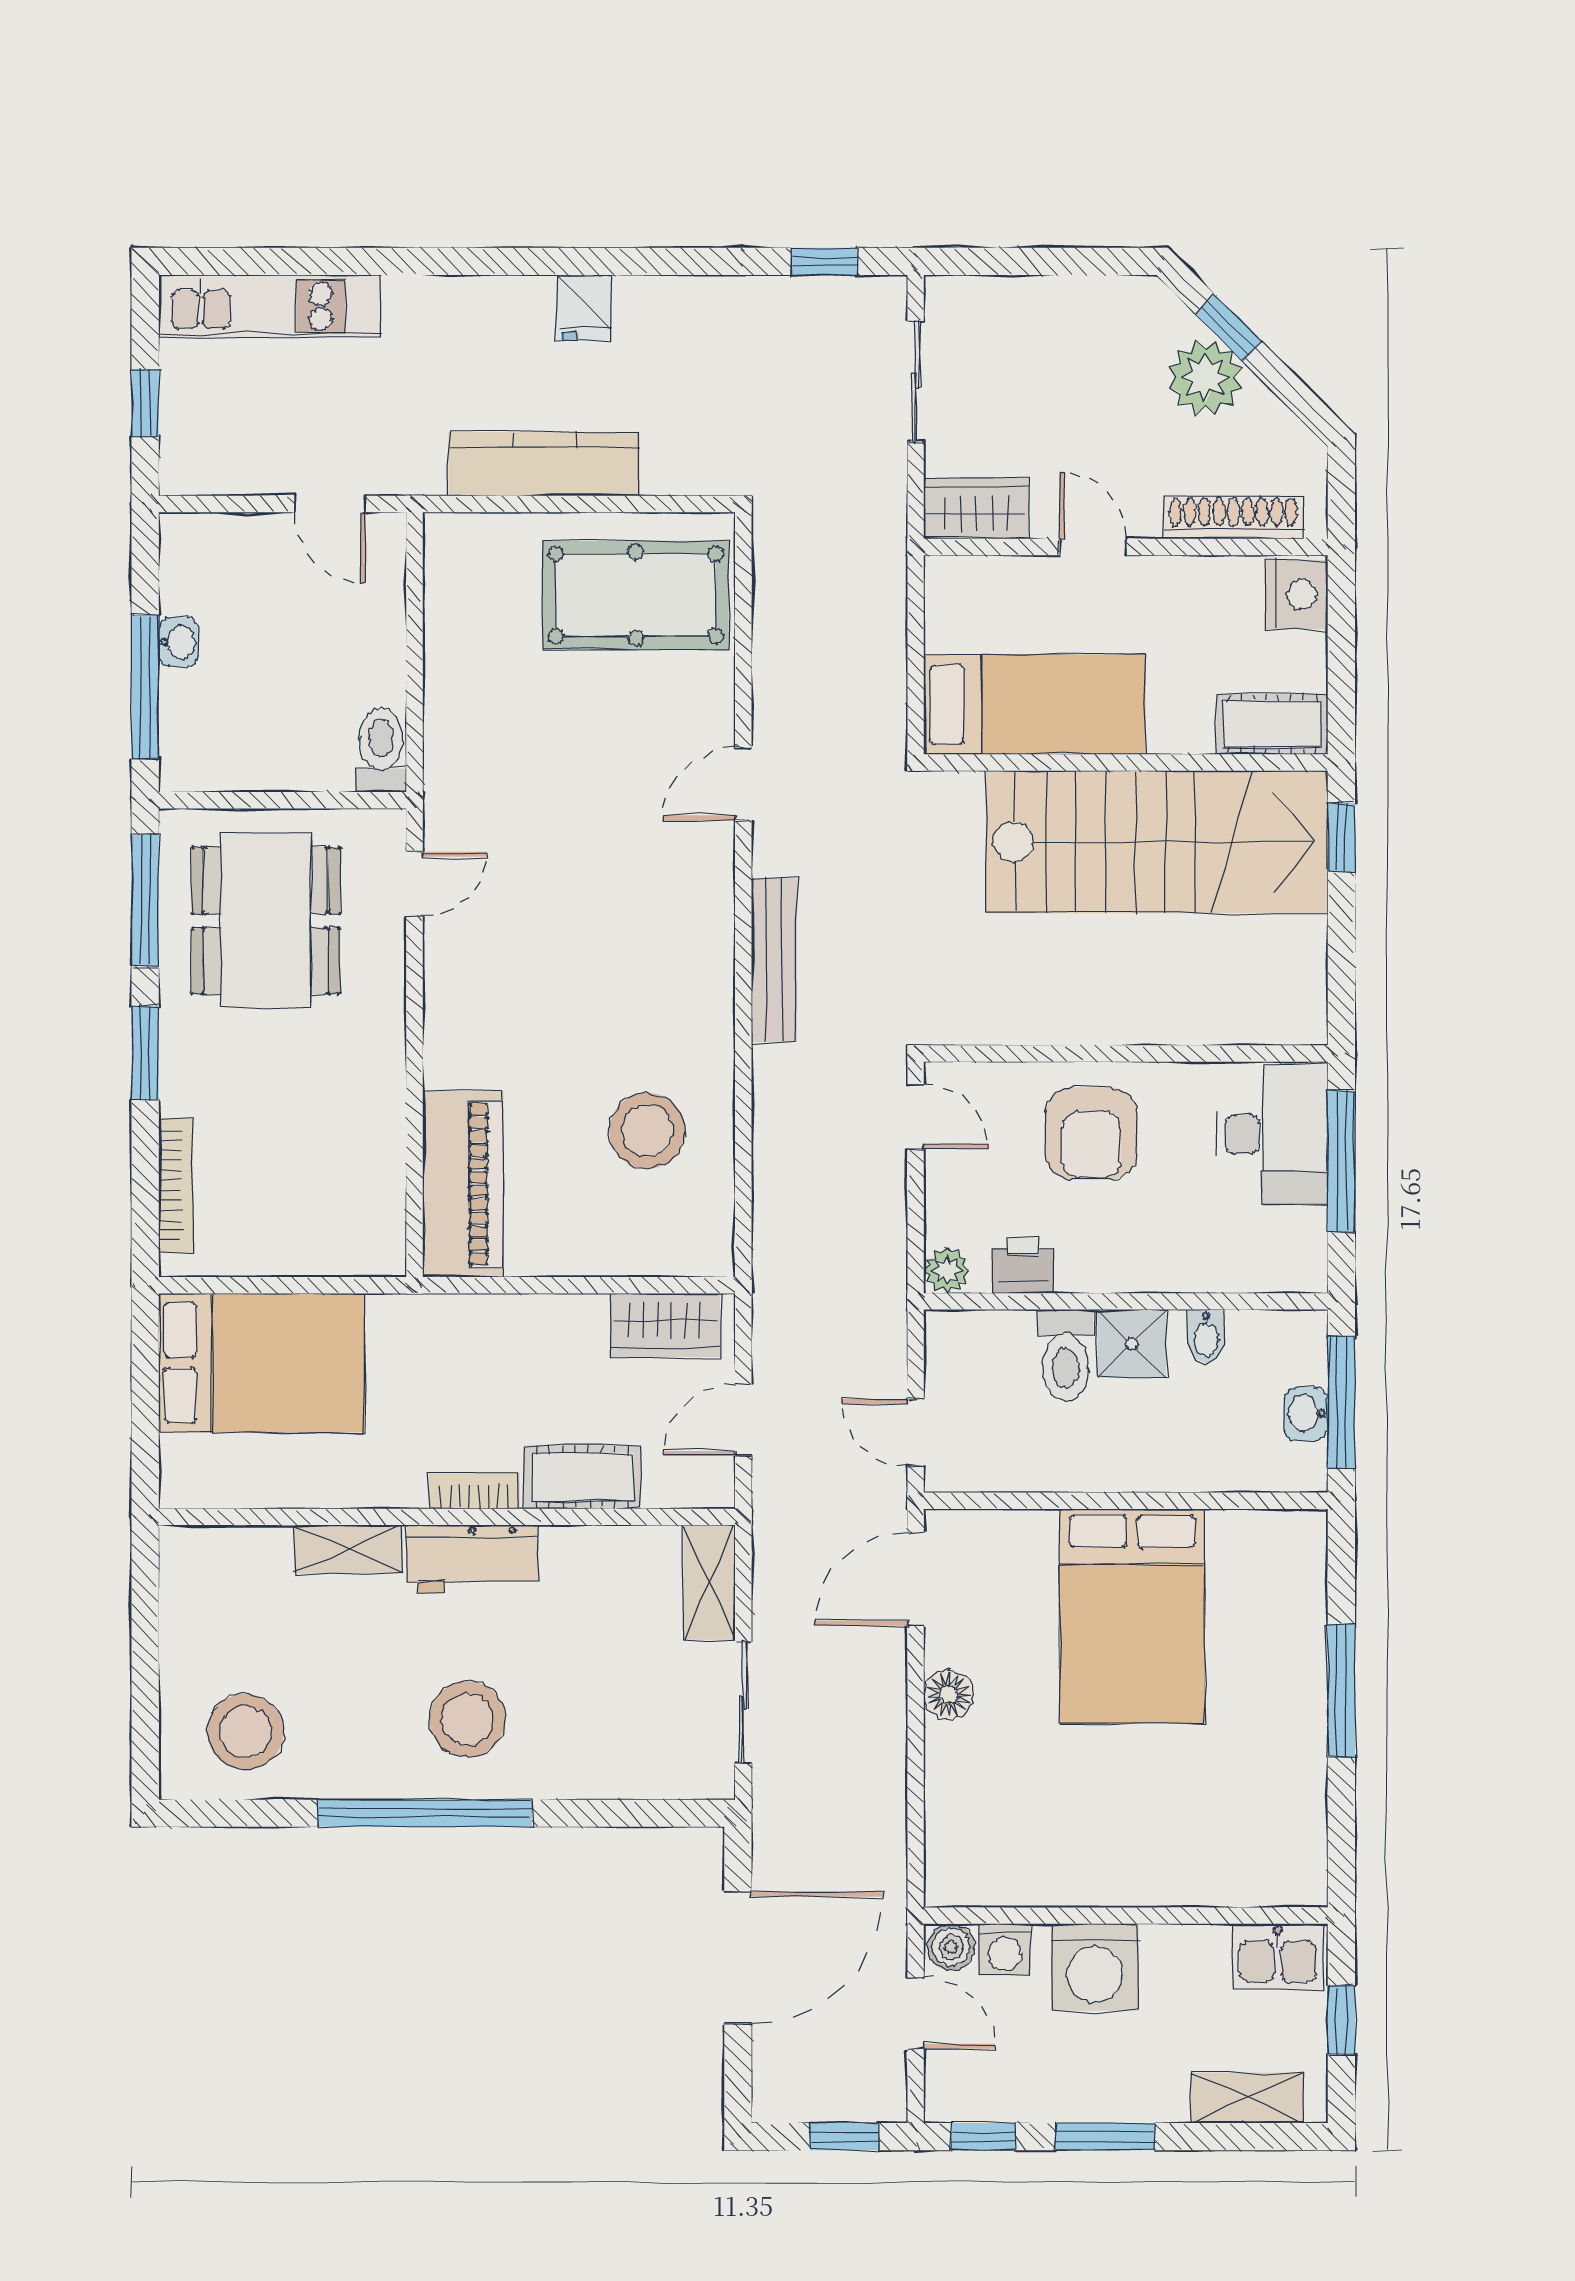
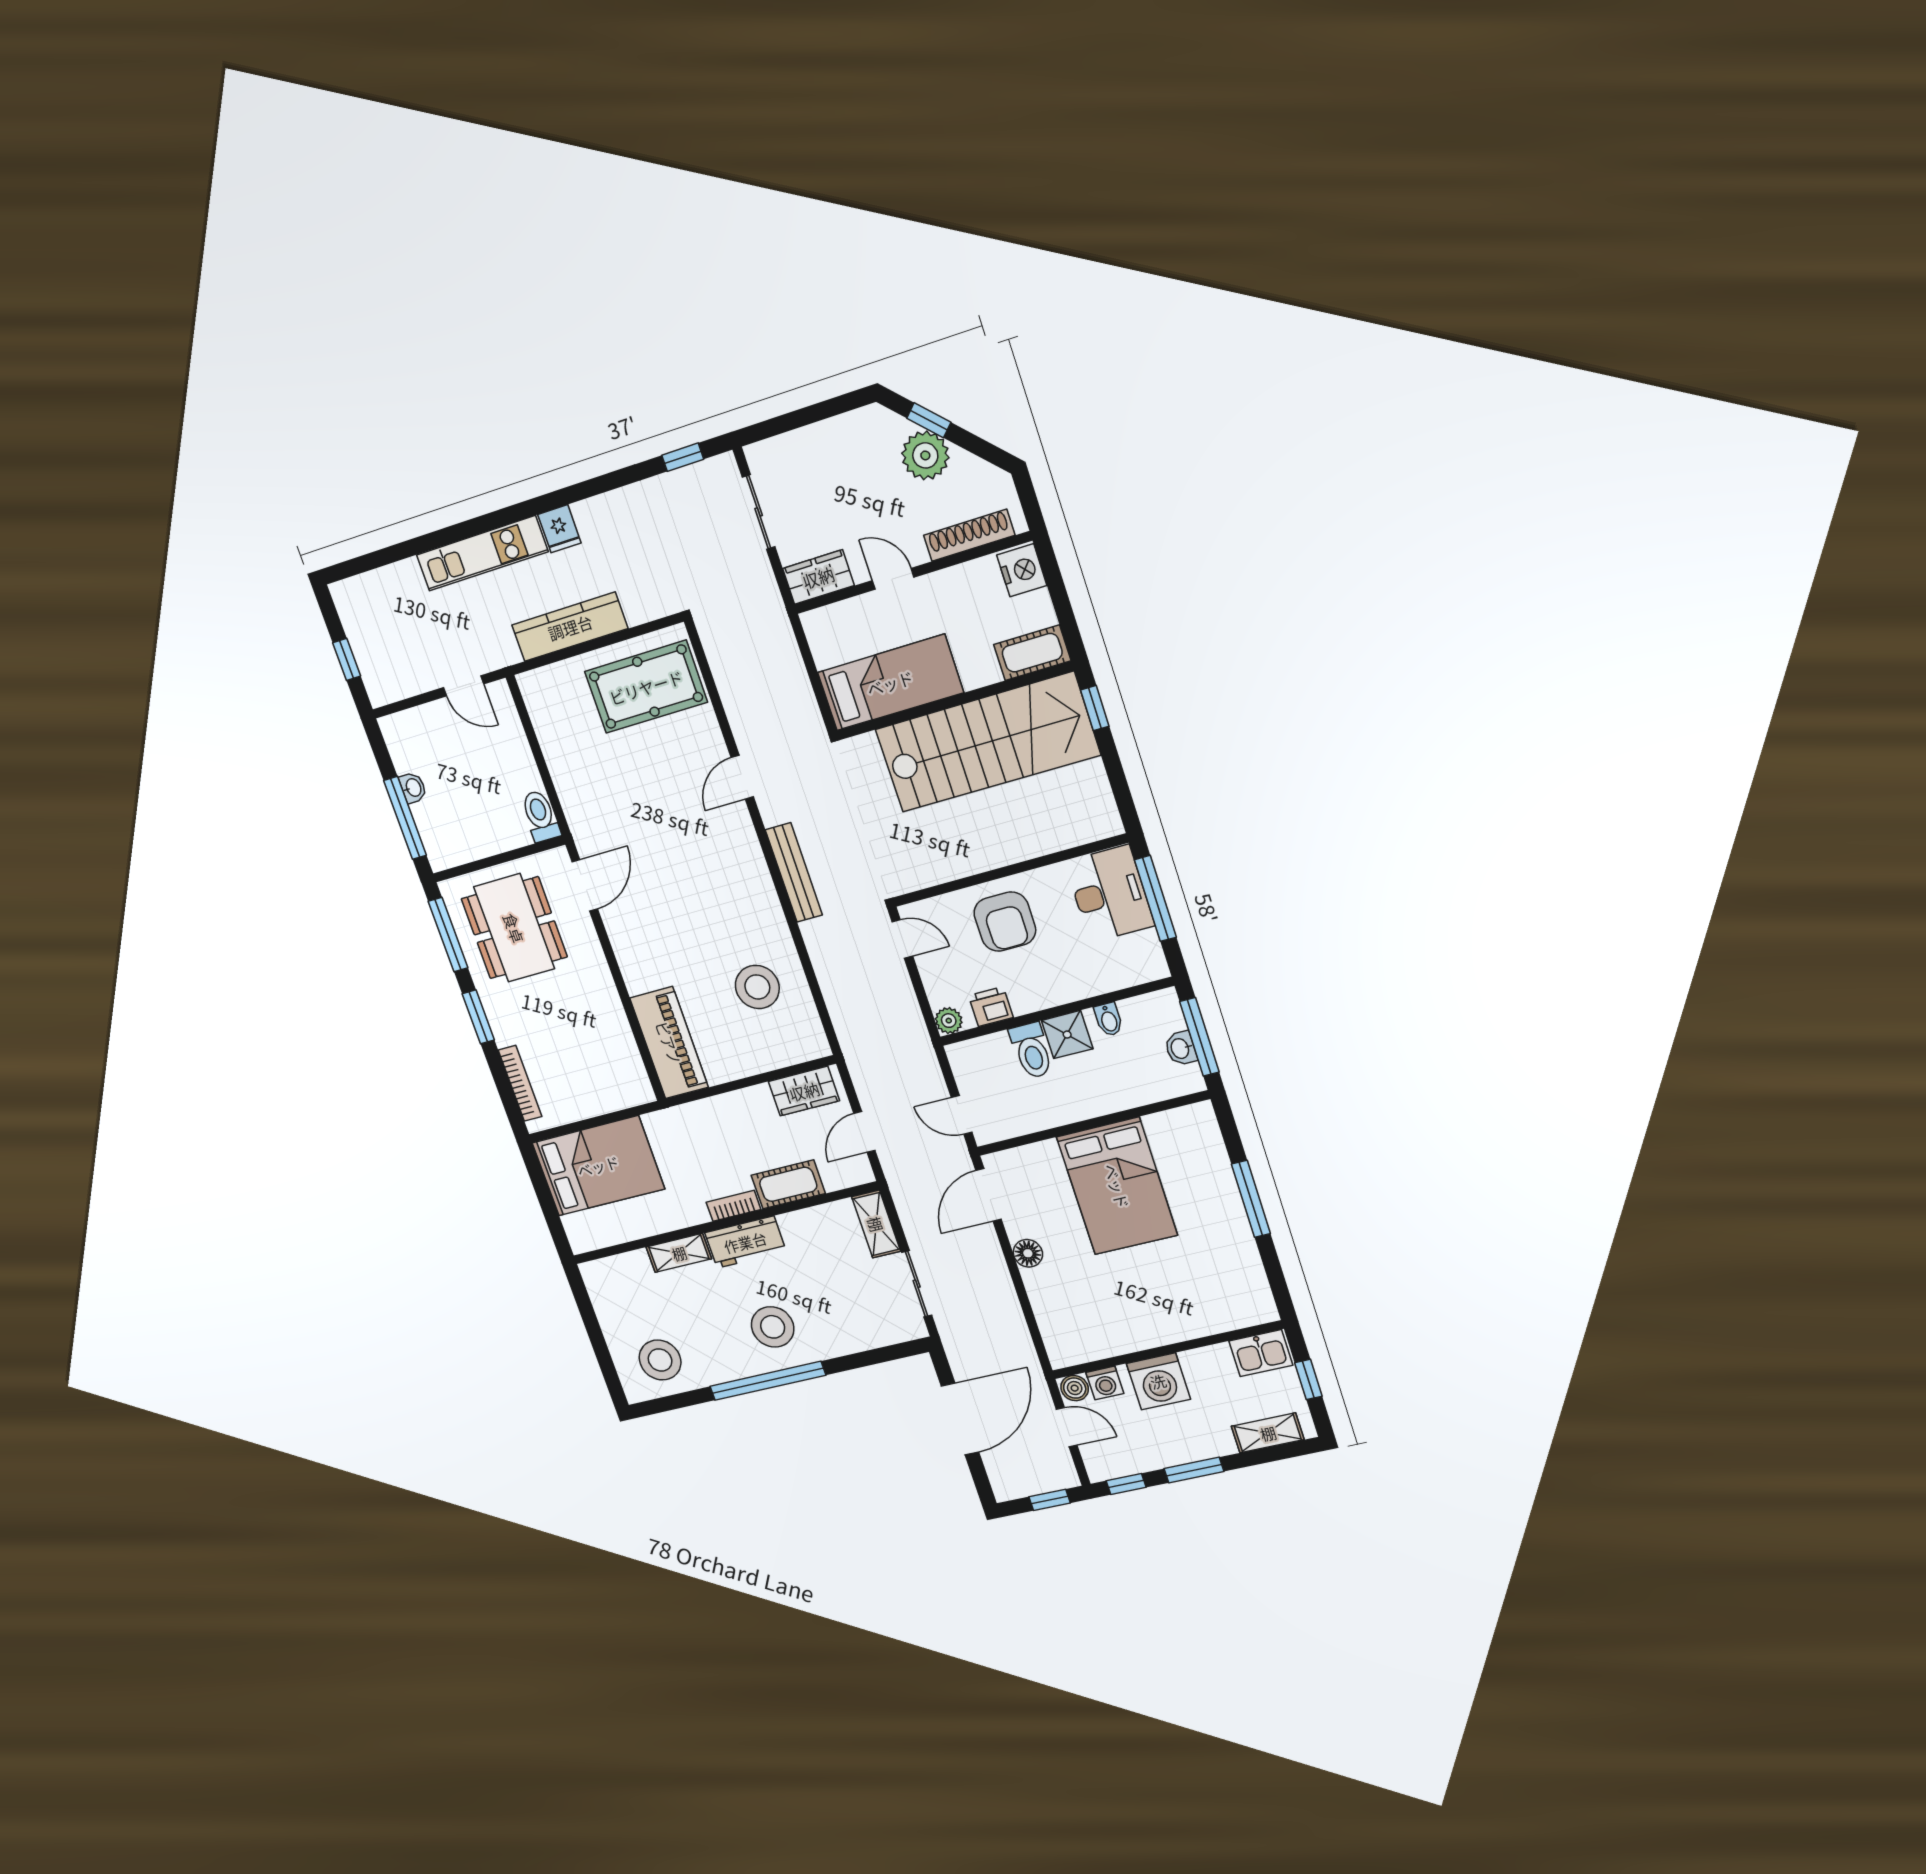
kitchen unit: (270, 306) -> (482, 553), moved
door: (415, 884) -> (585, 885), width x1.38

